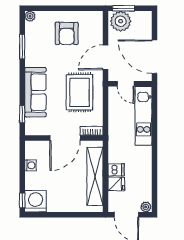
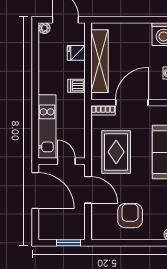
plant: (121, 21) -> (72, 229), removed
door: (105, 57) -> (88, 190), hinge flipped
dishwasher: (116, 170) -> (77, 86), moved

